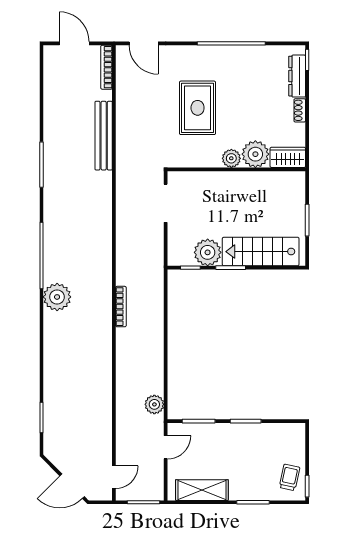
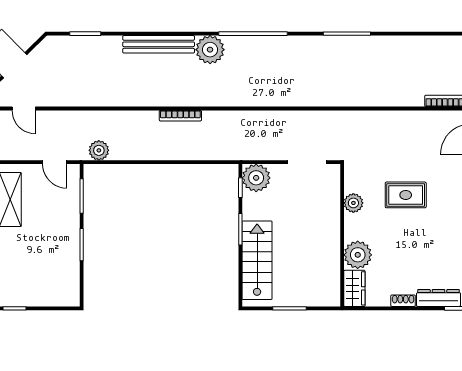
rug: (198, 108) -> (406, 195), width x0.73, depth x0.70
bench: (104, 136) -> (159, 44), moved
plant: (231, 158) -> (353, 203), moved
plant: (208, 252) -> (256, 178), moved
bookcase: (121, 307) -> (180, 116), moved
trolley: (289, 477) -> (23, 290), removed

